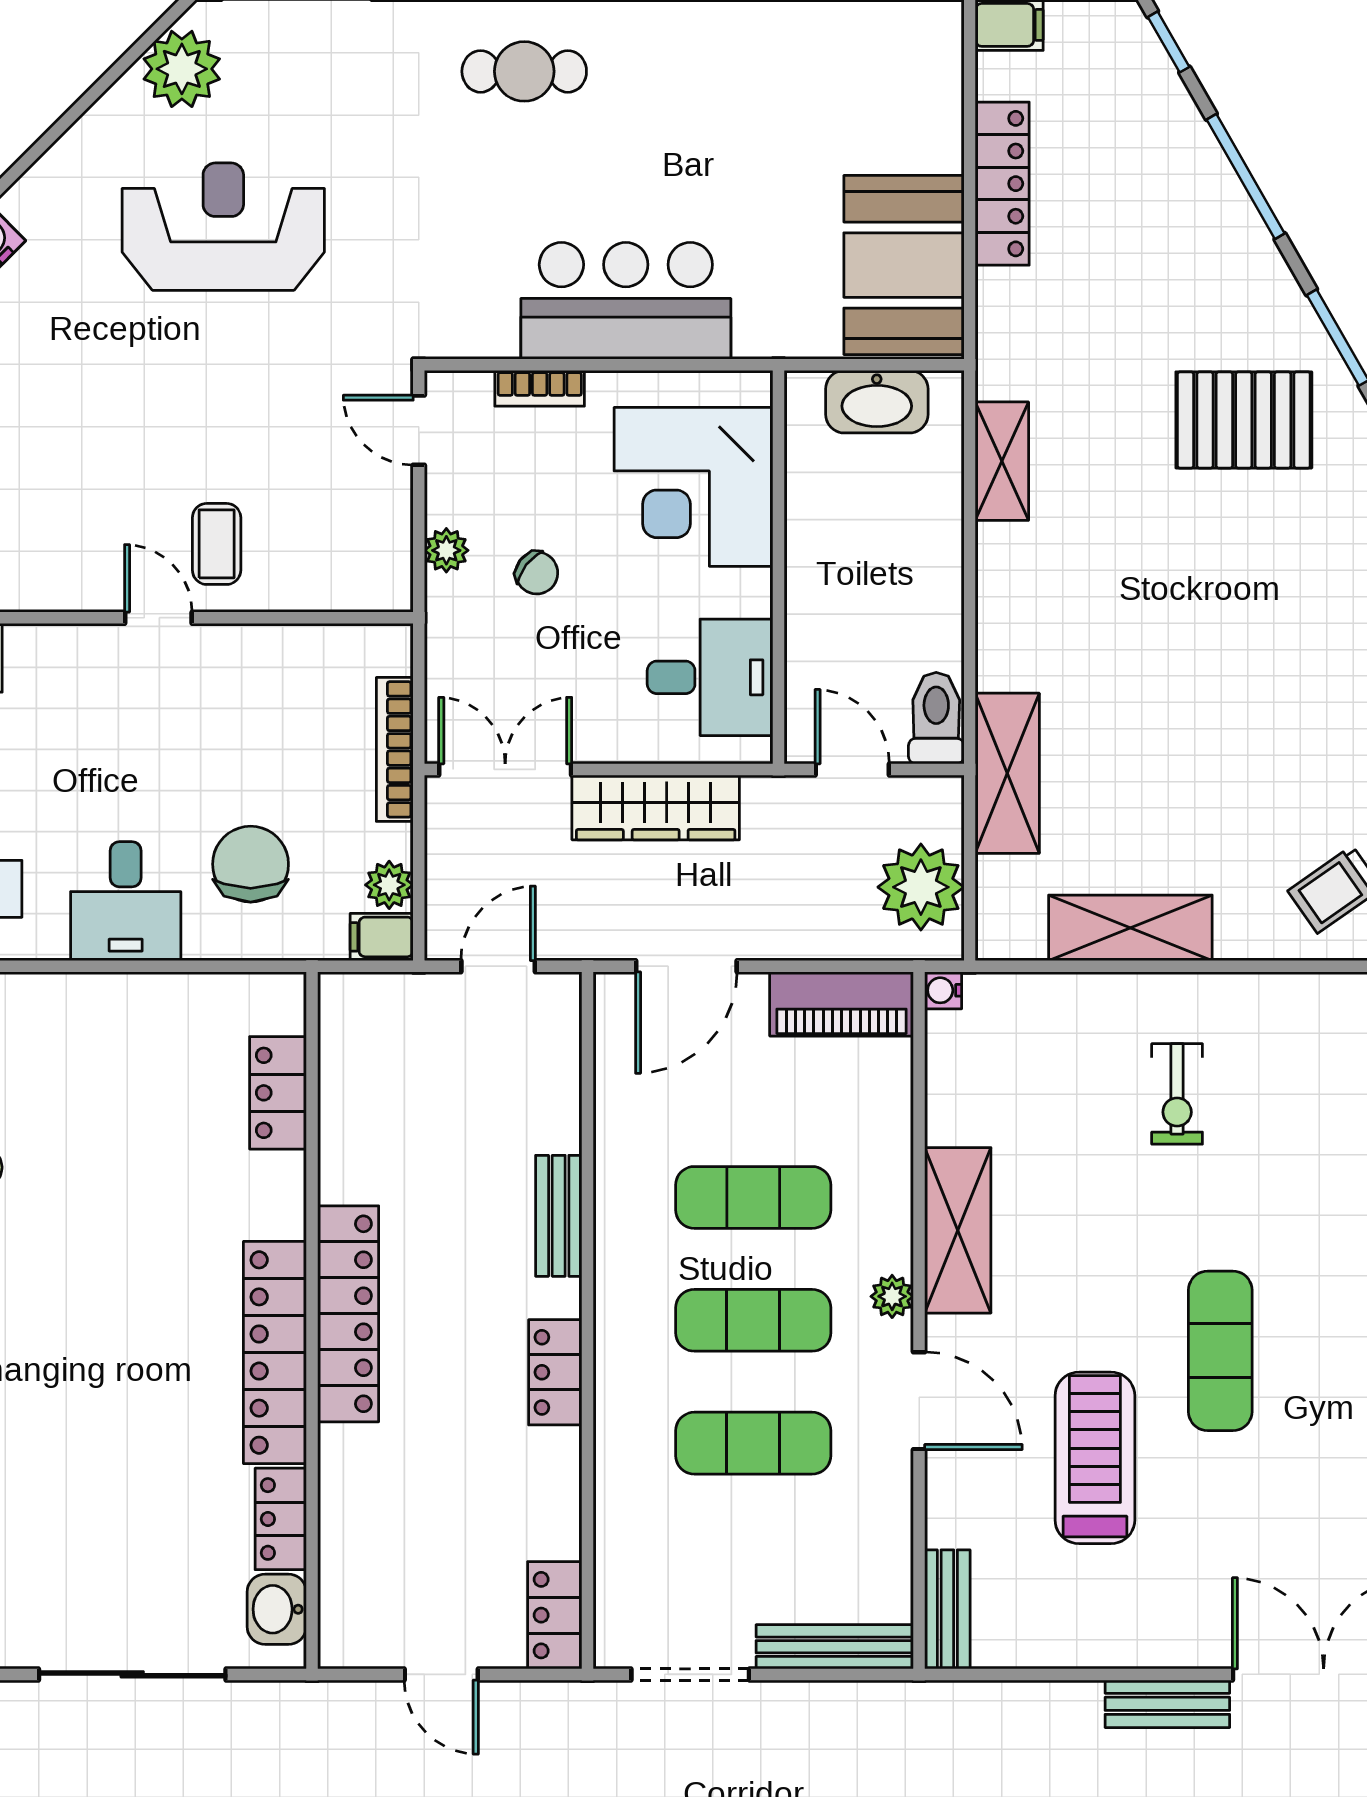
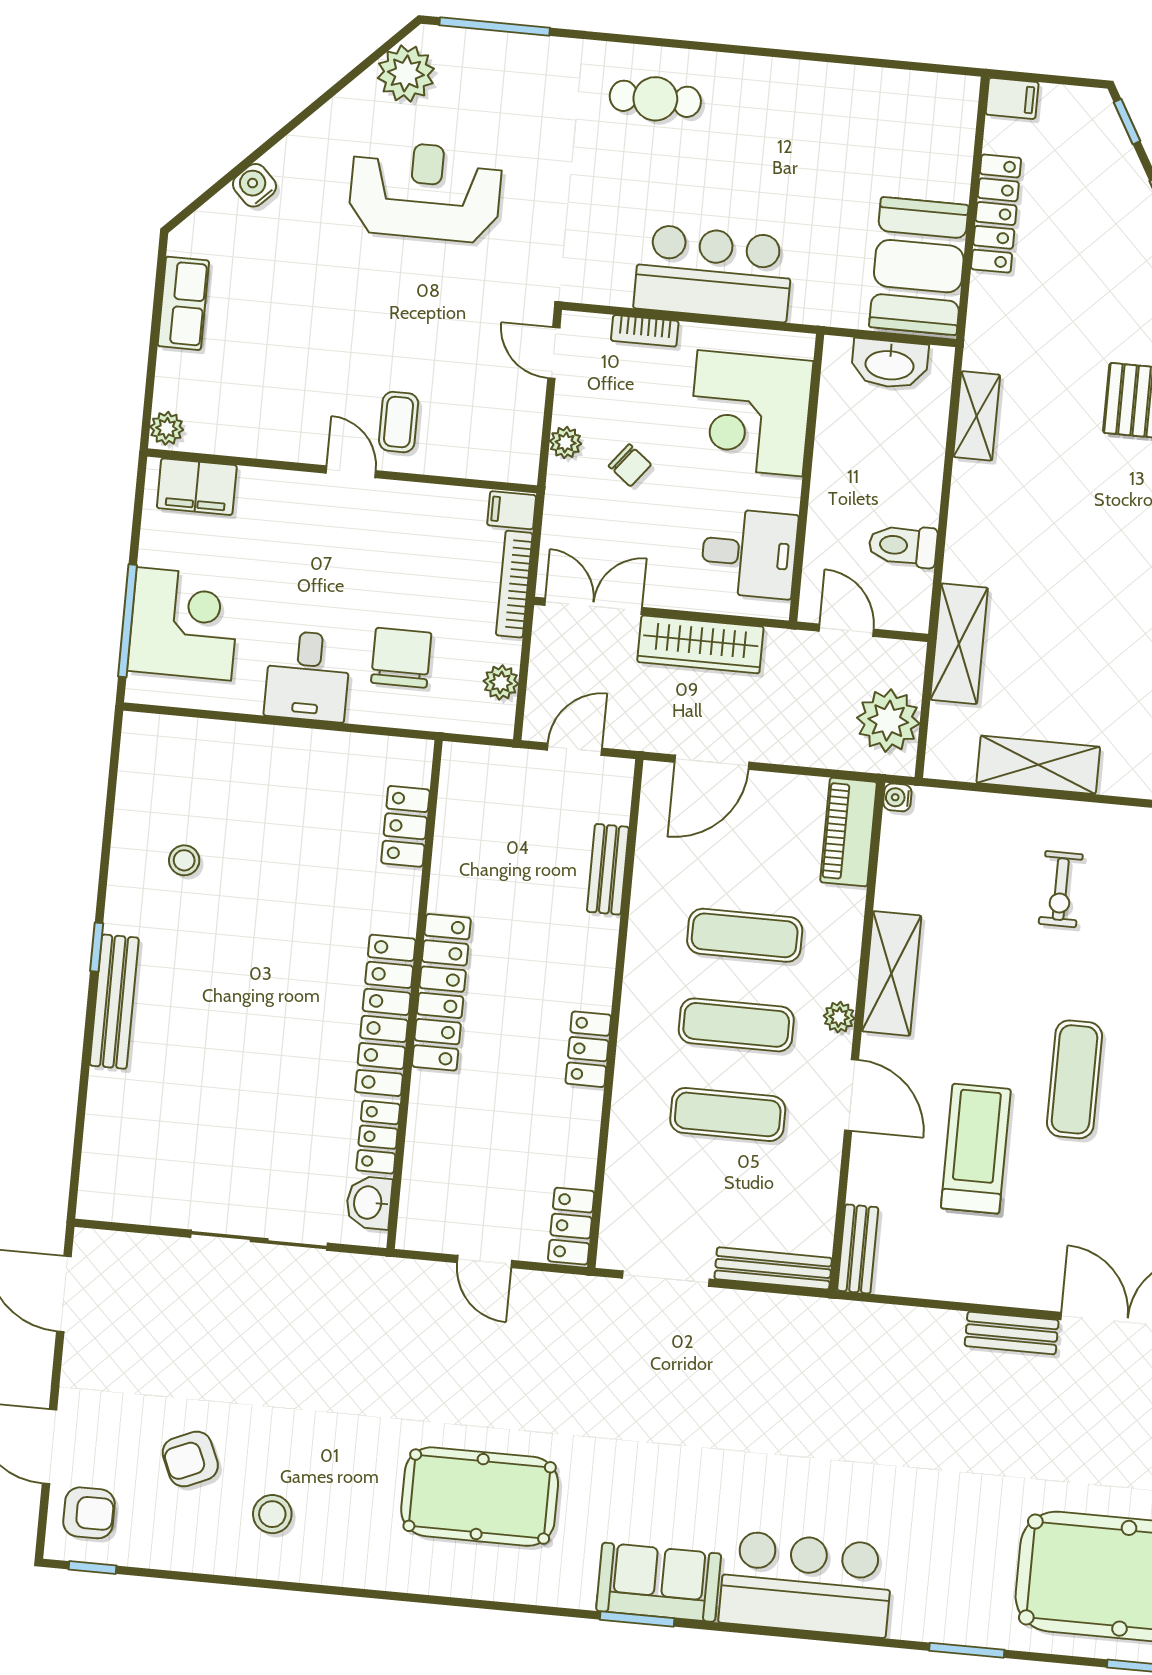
toilet: (936, 718) -> (903, 546), moved, turned -90
filing cabinet: (382, 937) -> (512, 510), moved
piano: (842, 1004) -> (849, 832), moved, turned 90
bench: (559, 1216) -> (608, 869), moved

